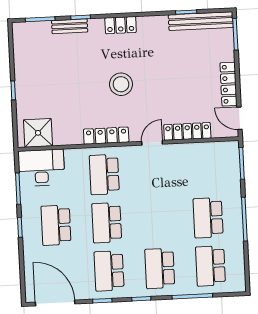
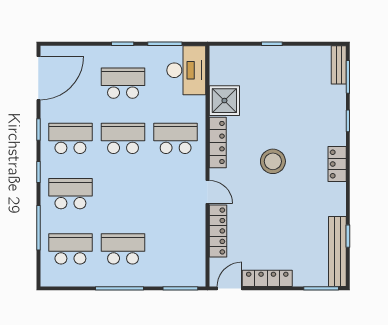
bench: (70, 26) -> (339, 65), moved
shower: (38, 133) -> (224, 101), moved

